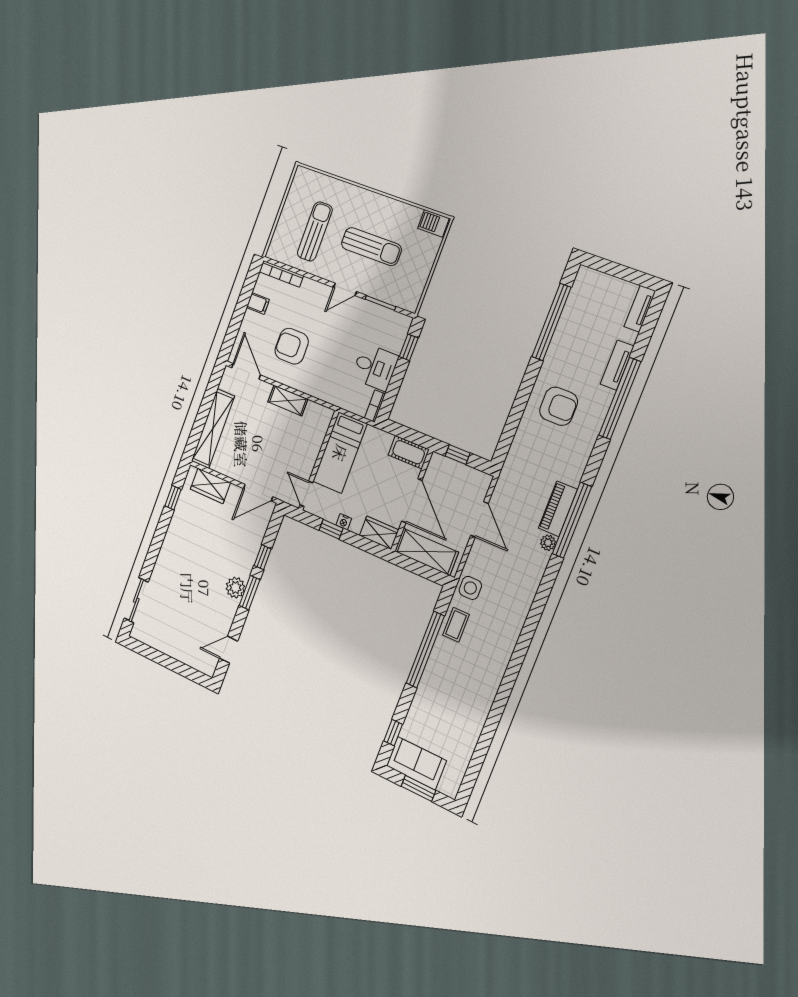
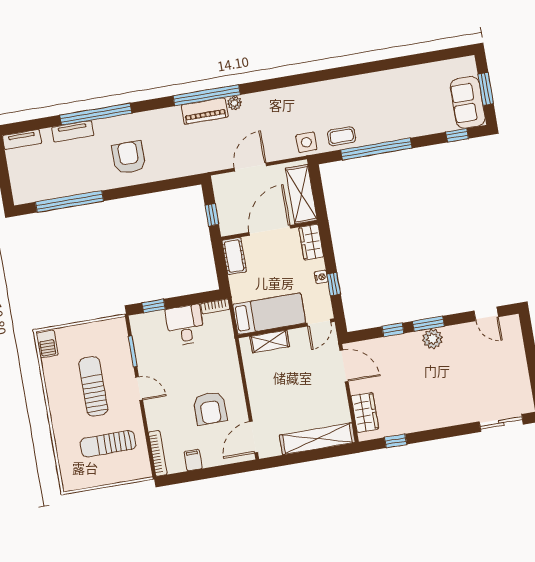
shelving: (288, 400) -> (270, 341), moved, turned 90

